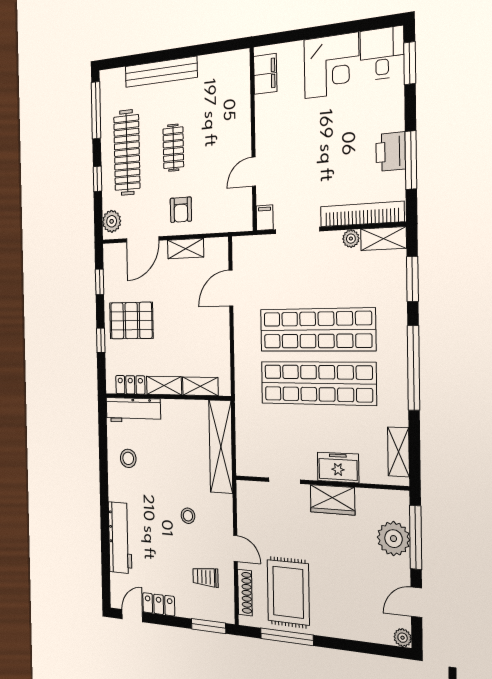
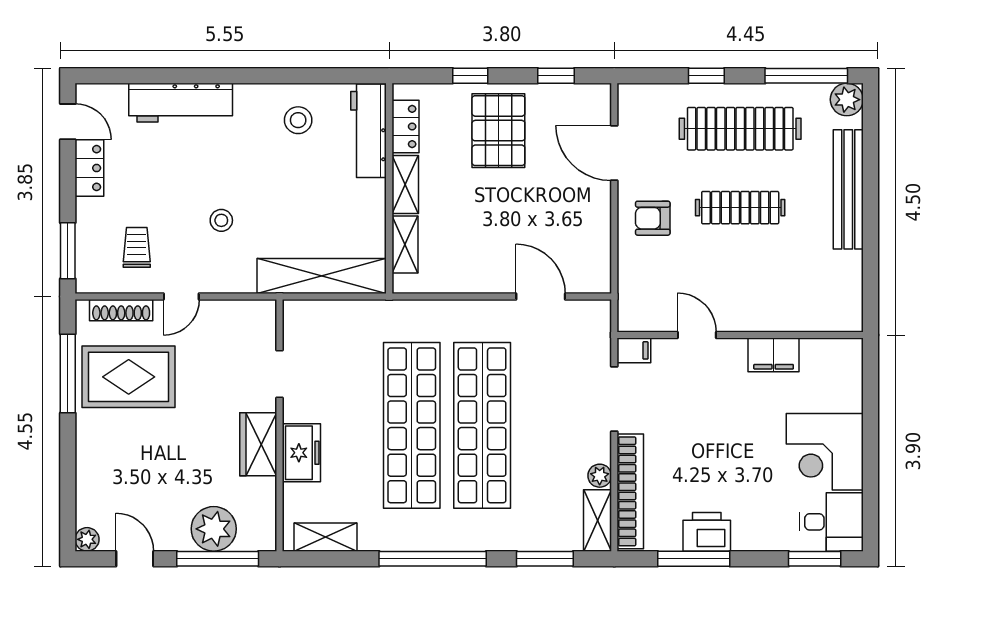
filing cabinet: (265, 74) -> (774, 355), moved
clothes rail: (173, 148) -> (740, 208), width x1.36
plant: (112, 221) -> (847, 100), moved
shelving: (186, 248) -> (598, 225), removed

